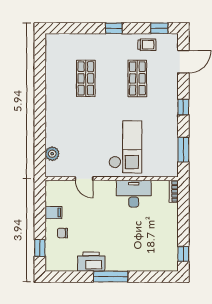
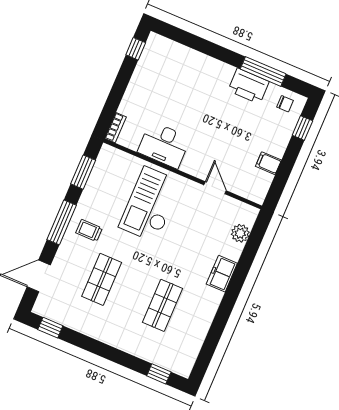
window: (114, 28) -> (159, 374), moved
trolley: (147, 45) -> (89, 231), moved
window: (183, 107) -> (62, 222), width x2.17
freezer: (53, 119) -> (222, 274), added
chair: (62, 233) -> (285, 104), moved
window: (111, 277) -> (263, 71), moved

